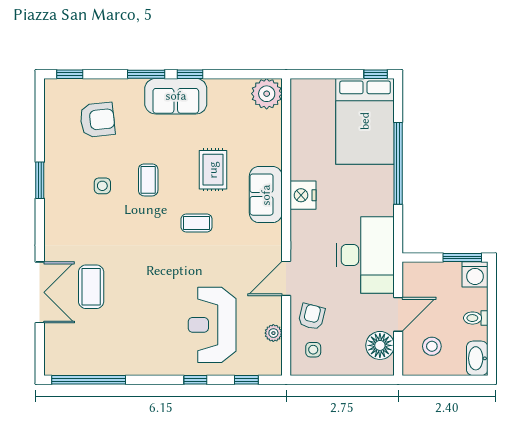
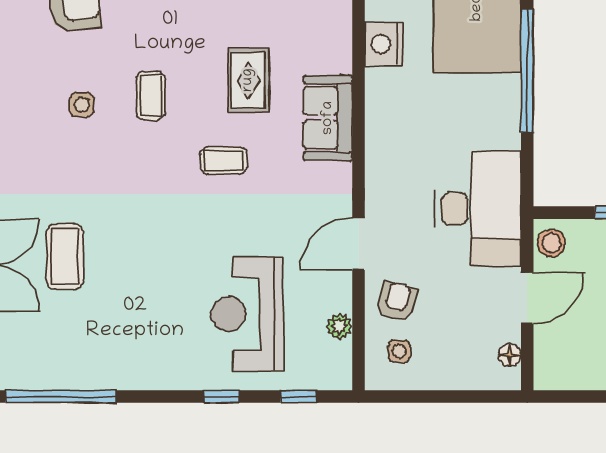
nightstand: (303, 195) -> (384, 44), moved
floor lamp: (380, 345) -> (510, 355), width x0.53, depth x0.53
stool: (432, 346) -> (551, 243), moved

